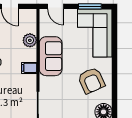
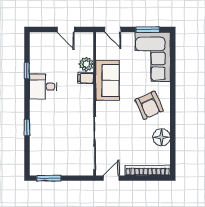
filing cabinet: (29, 68) -> (86, 78), moved

